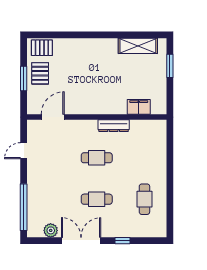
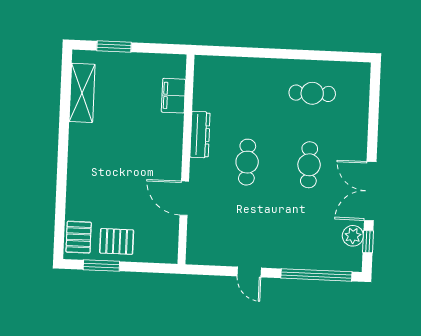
window: (24, 79) -> (101, 266), moved
door: (53, 117) -> (184, 198), moved
door: (24, 151) -> (249, 272), moved
window: (122, 241) -> (368, 242), moved

